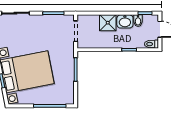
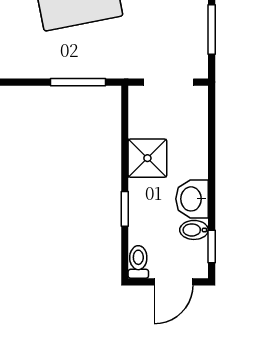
shower: (108, 23) -> (147, 158), moved

